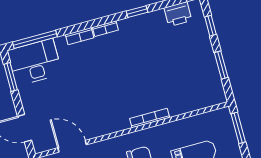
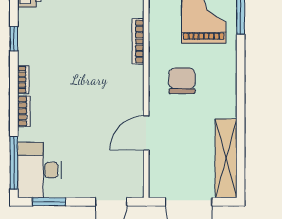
bookcase: (150, 118) -> (138, 41), moved
door: (72, 146) -> (146, 133), moved

